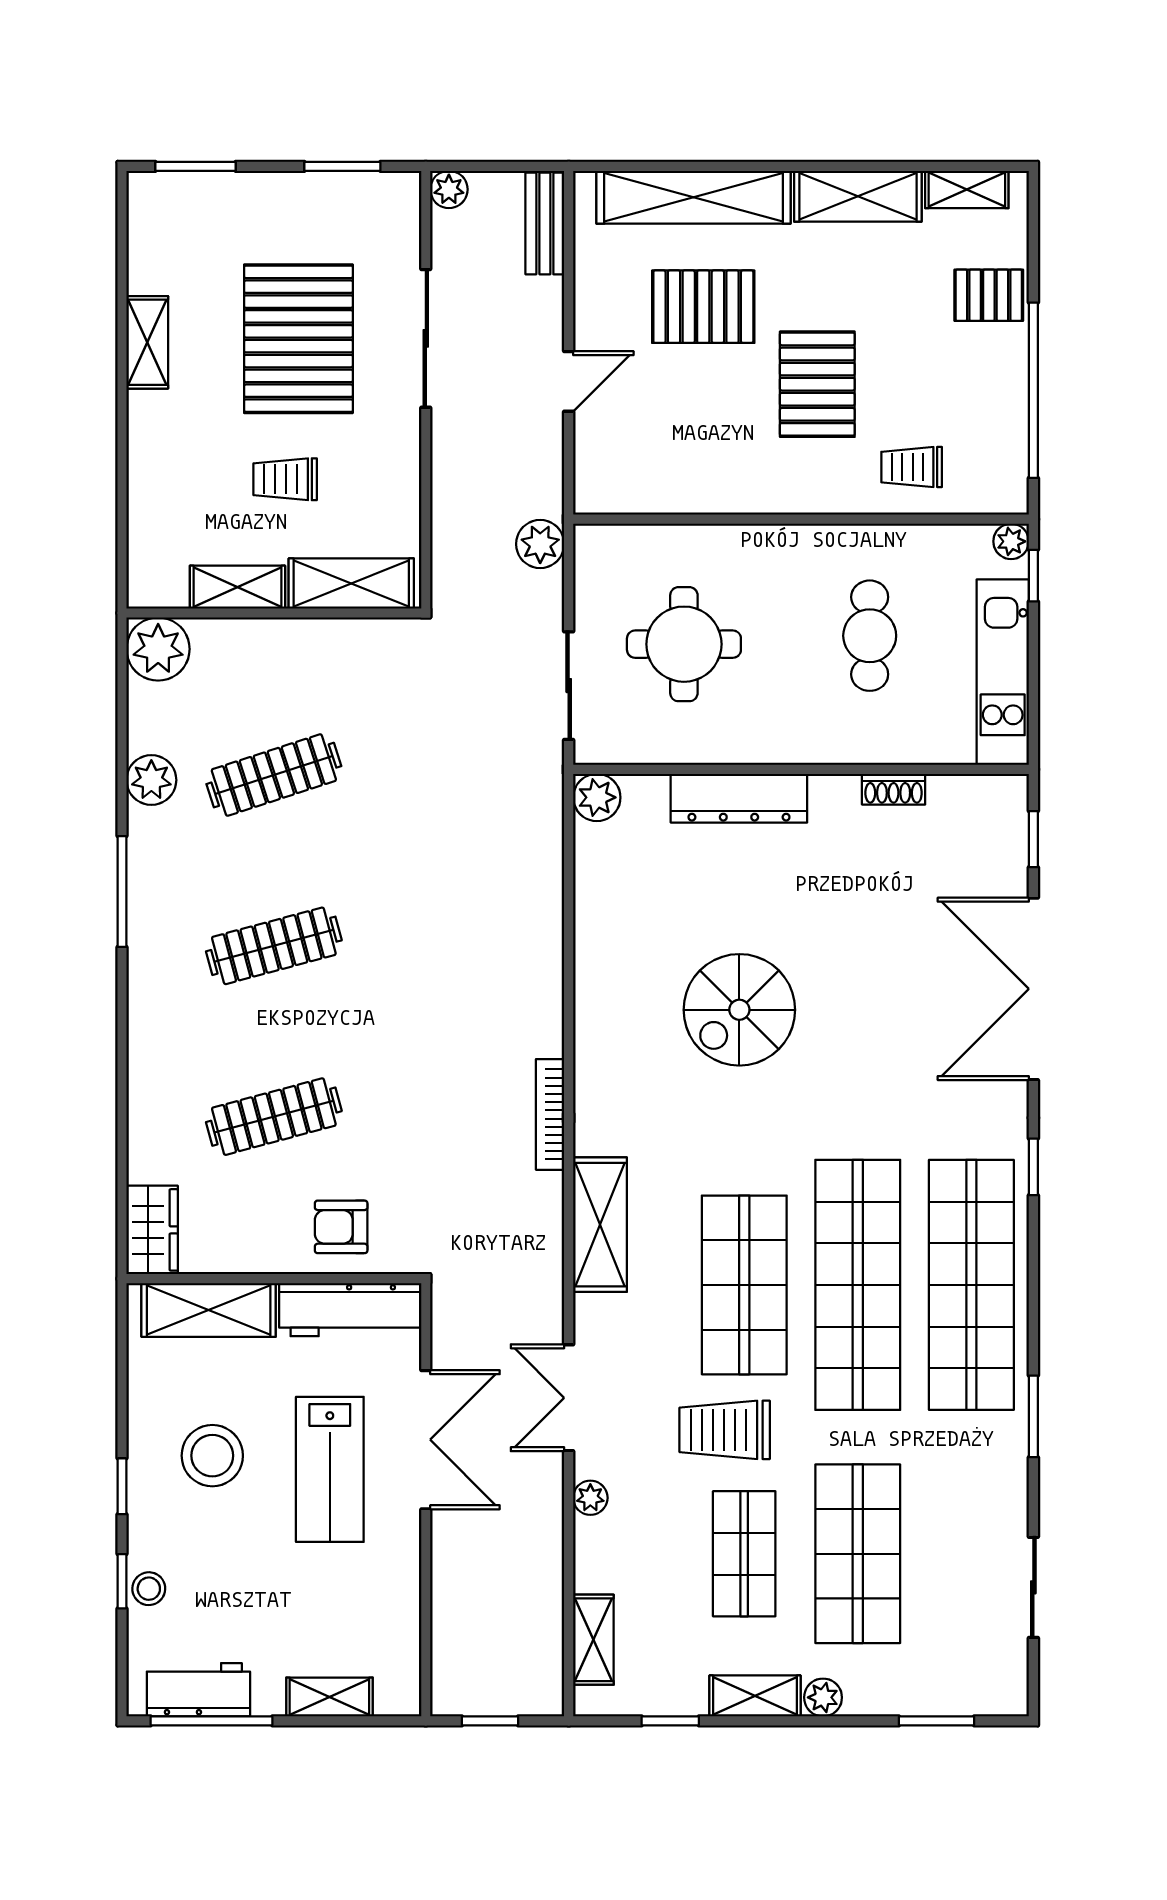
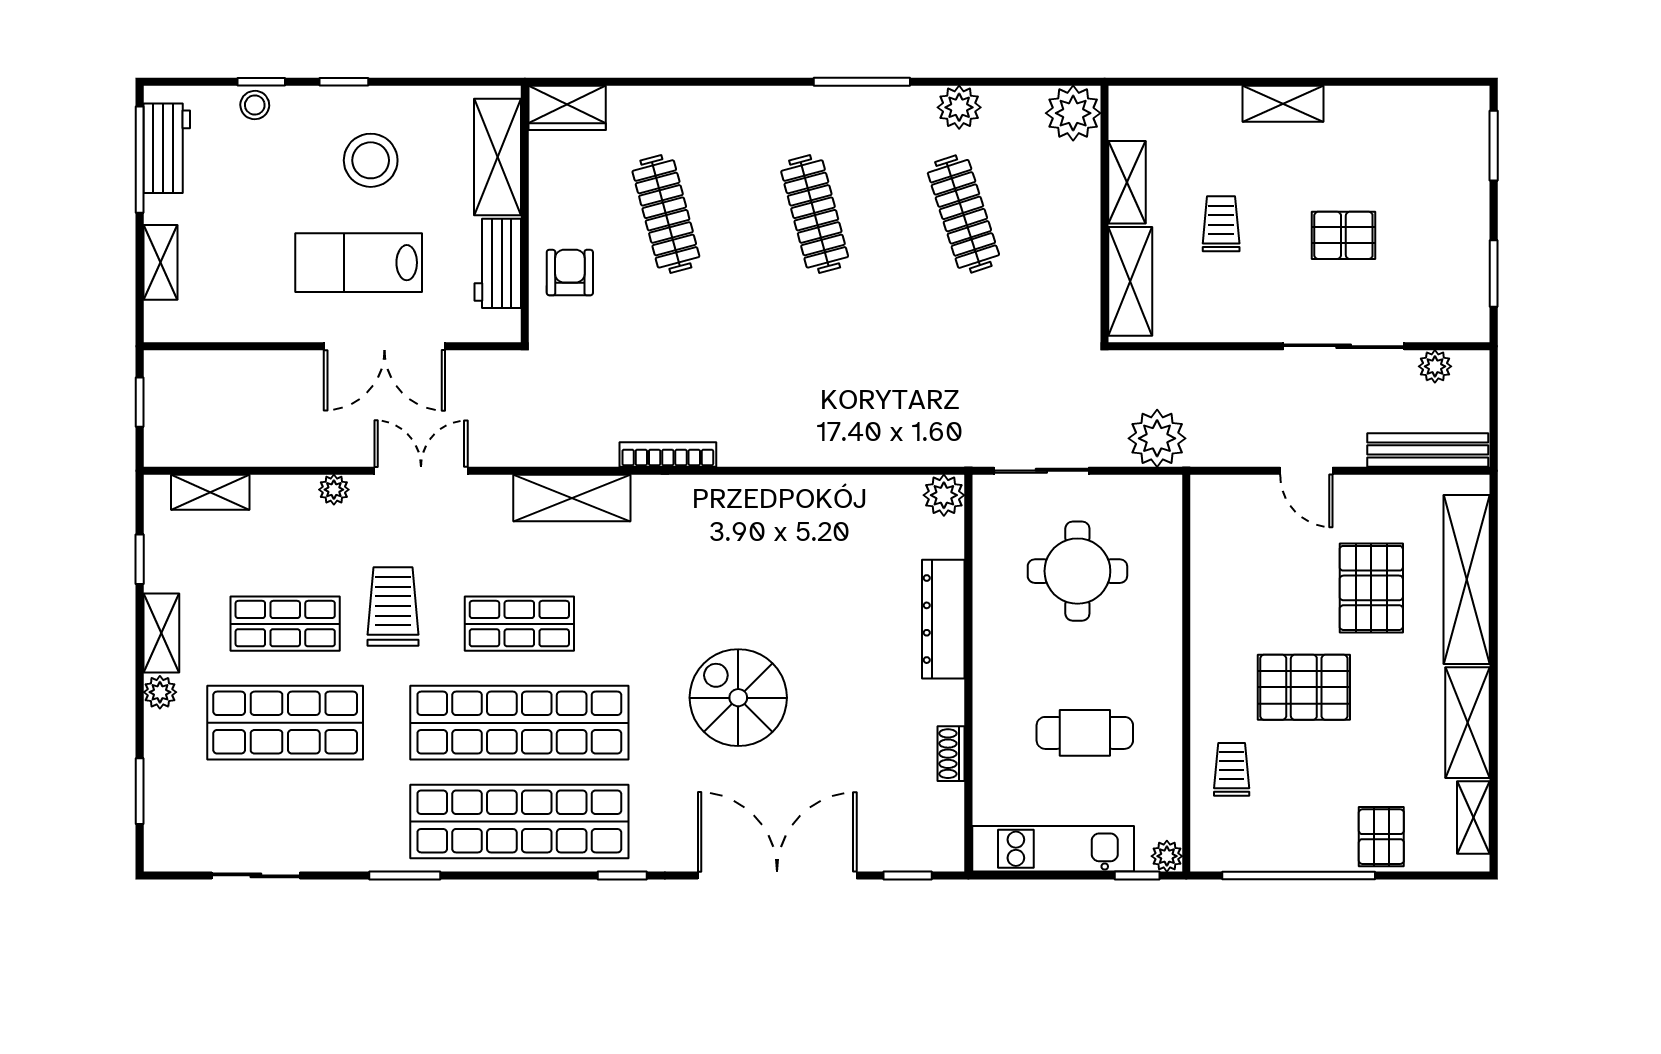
plant: (449, 189) -> (1435, 366), moved
bench: (545, 223) -> (1428, 450), width x1.36
pallet: (298, 339) -> (1343, 235), width x0.49, depth x0.50
shelving: (147, 342) -> (1283, 104), moved
plant: (540, 544) -> (1157, 438), width x1.36, depth x1.36
spiral stairs: (739, 1010) -> (738, 698), moved
shop shelf: (744, 1285) -> (519, 624), width x0.70, depth x0.74
workbench: (350, 1310) -> (498, 263), width x0.73

